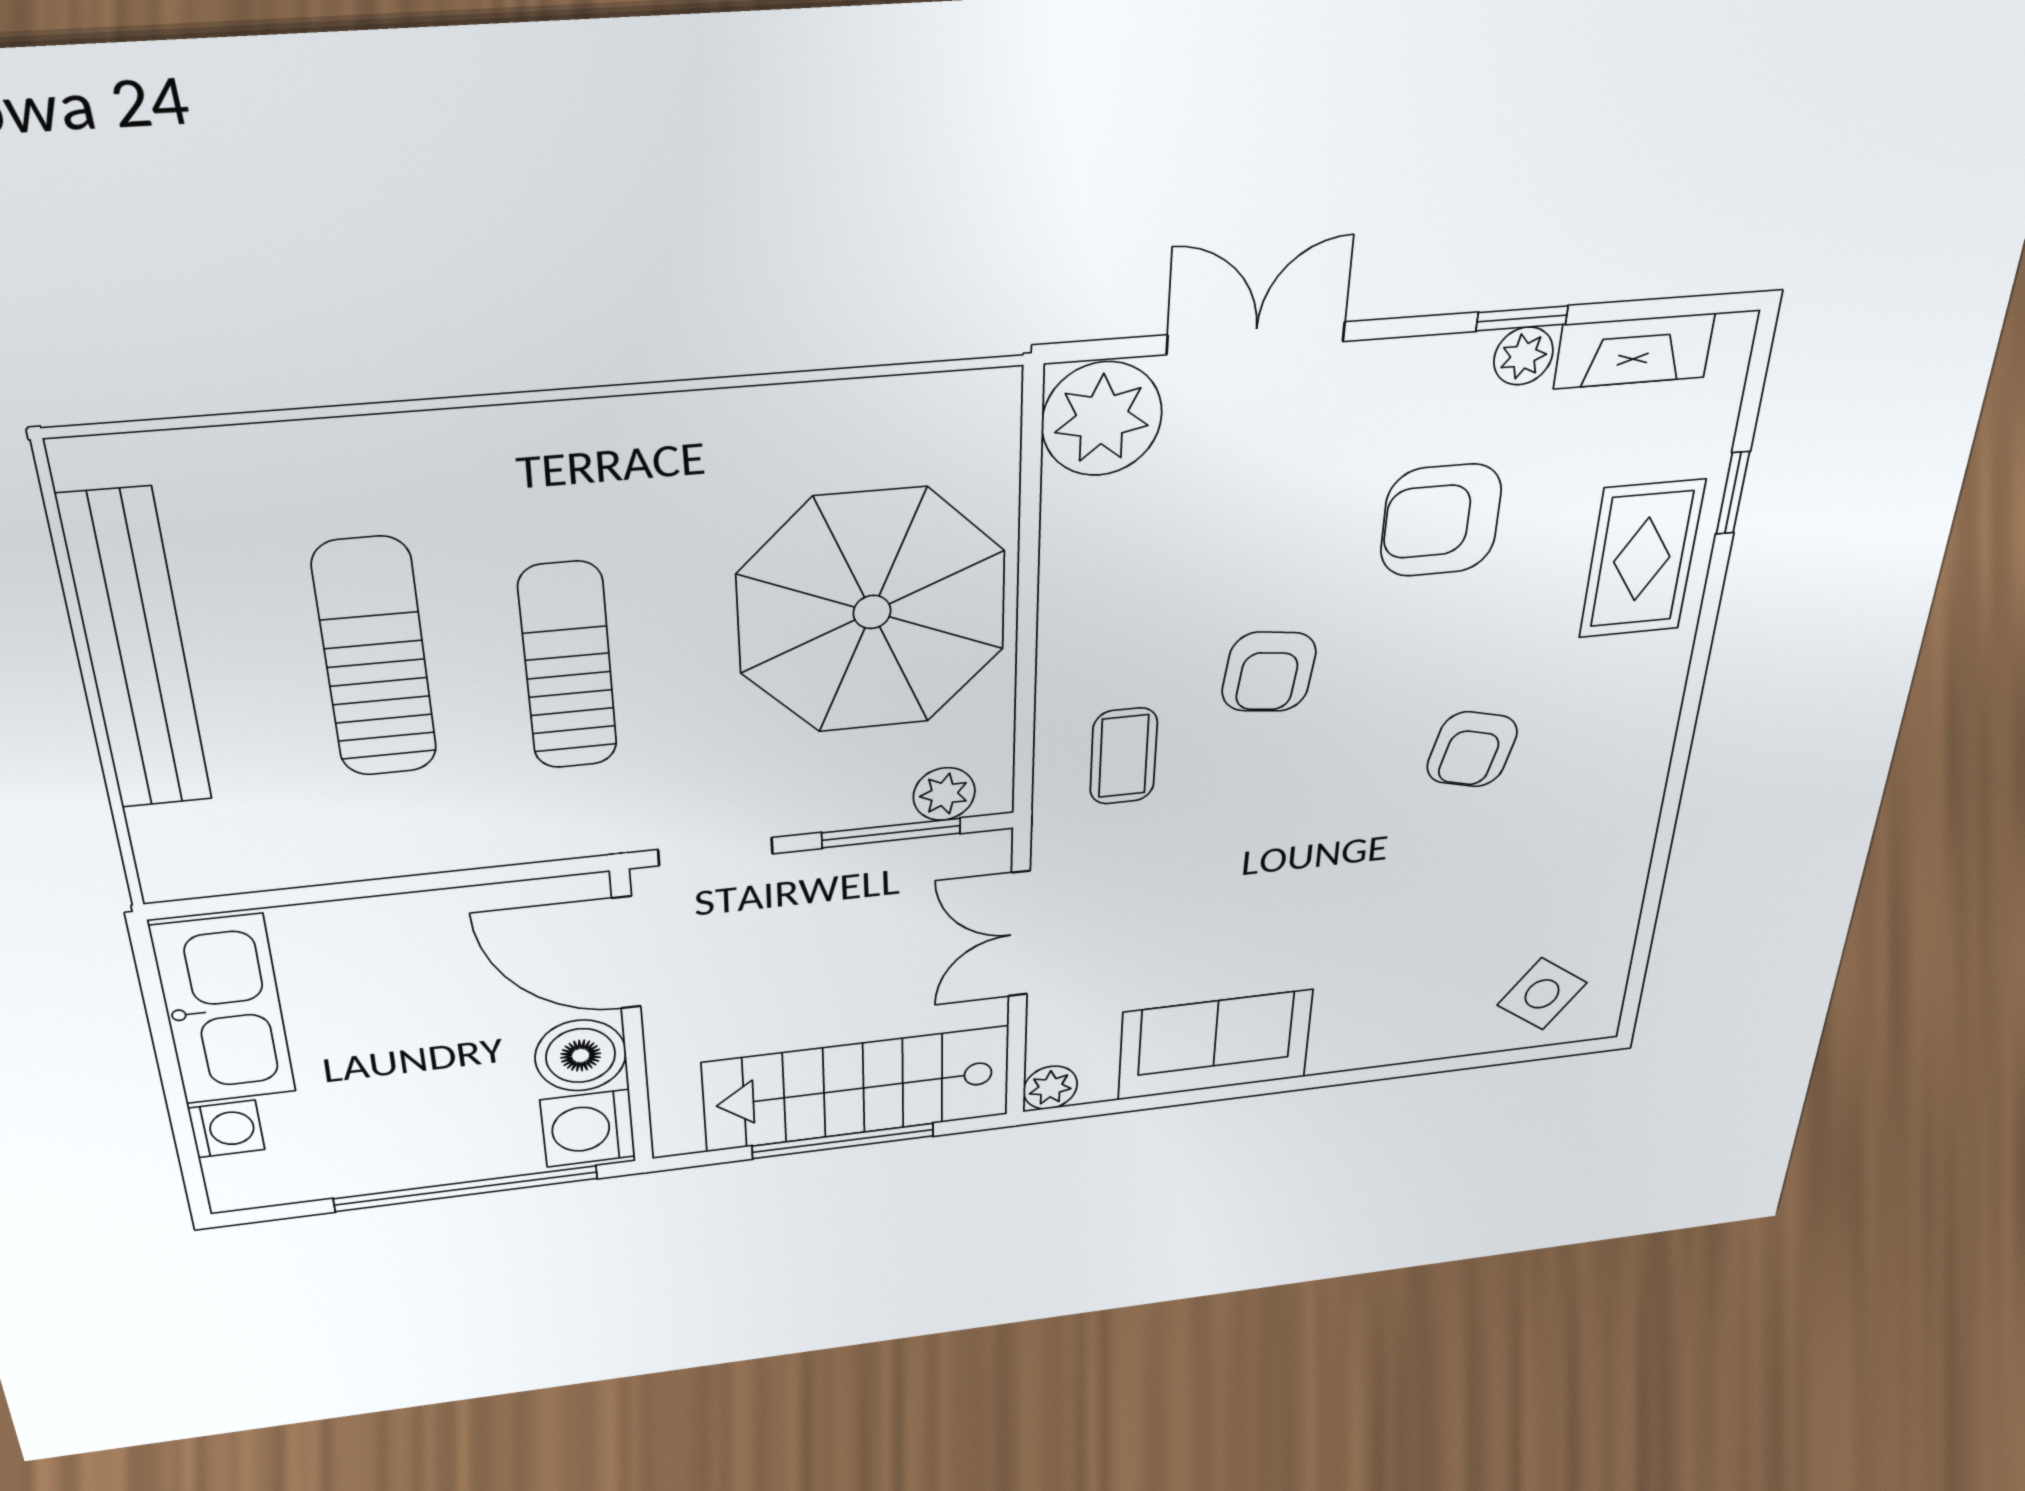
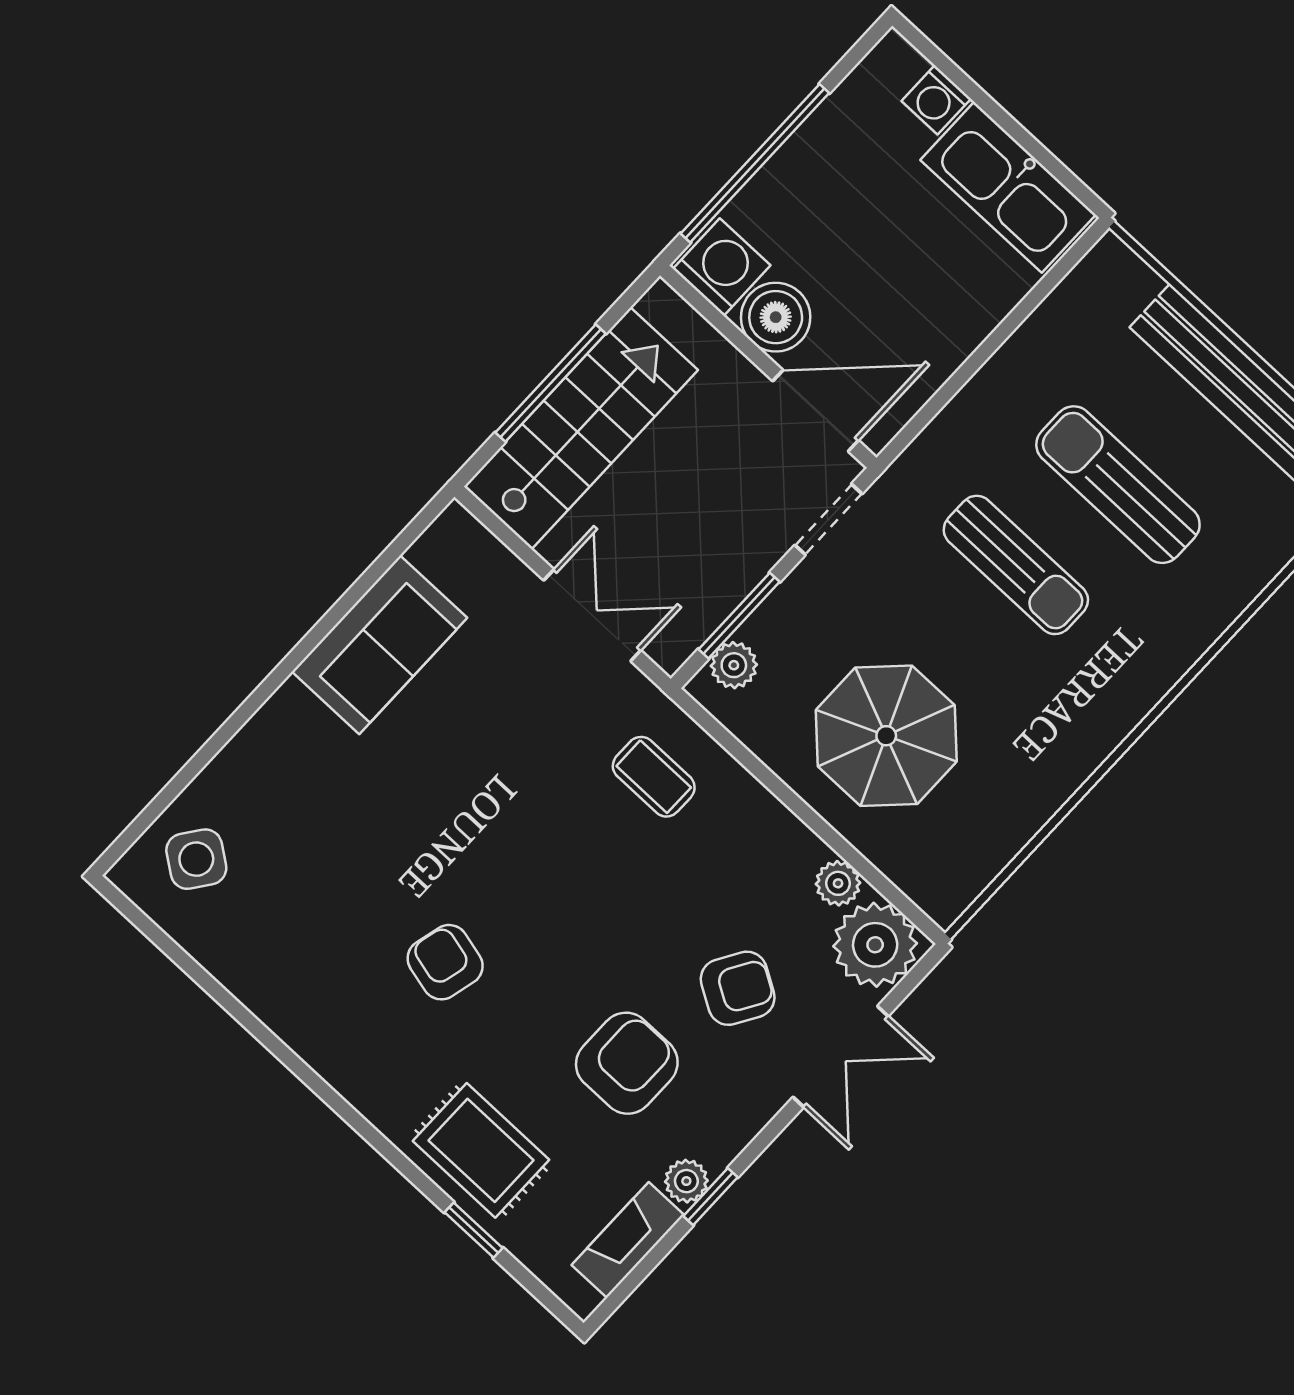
parasol: (872, 612) -> (886, 736), width x0.73, depth x0.73
sun lounger: (375, 659) -> (1118, 485), turned 180
armchair: (1269, 672) -> (738, 988), moved, turned 114
plant: (1050, 1088) -> (838, 883), moved

